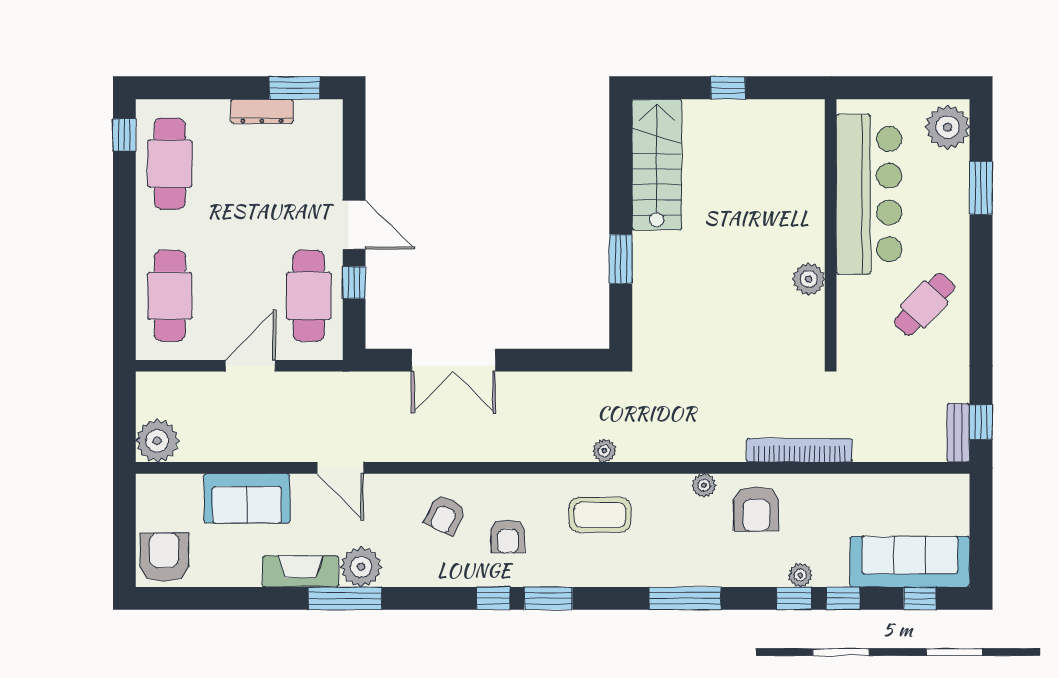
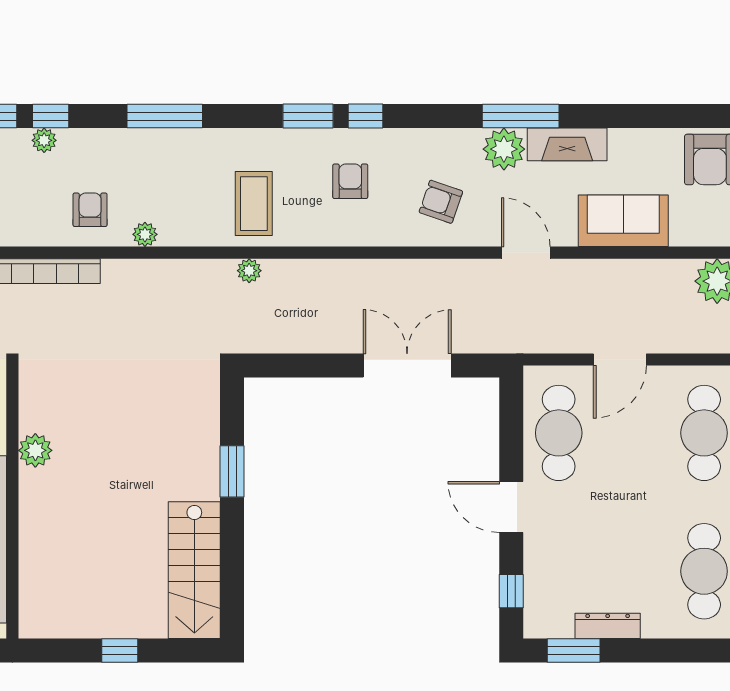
window: (354, 283) -> (511, 591), moved
armchair: (756, 509) -> (90, 210), width x0.72, depth x0.72
armchair: (445, 515) -> (441, 202), moved, turned -97
coffee table: (600, 515) -> (254, 204), turned 90

